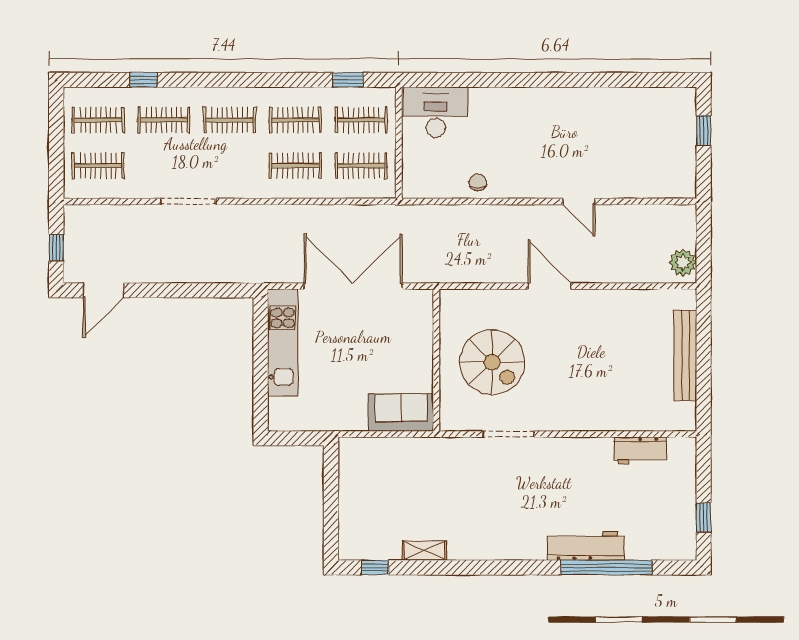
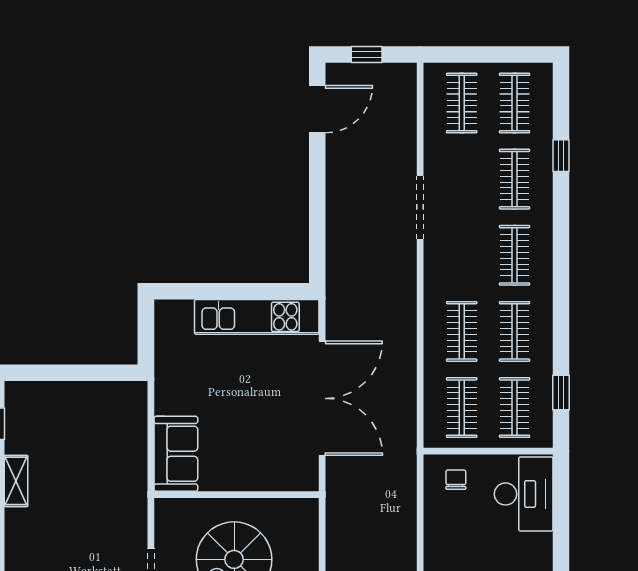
chair: (478, 182) -> (456, 480), moved, turned -90
door: (103, 290) -> (317, 109), swing flipped

